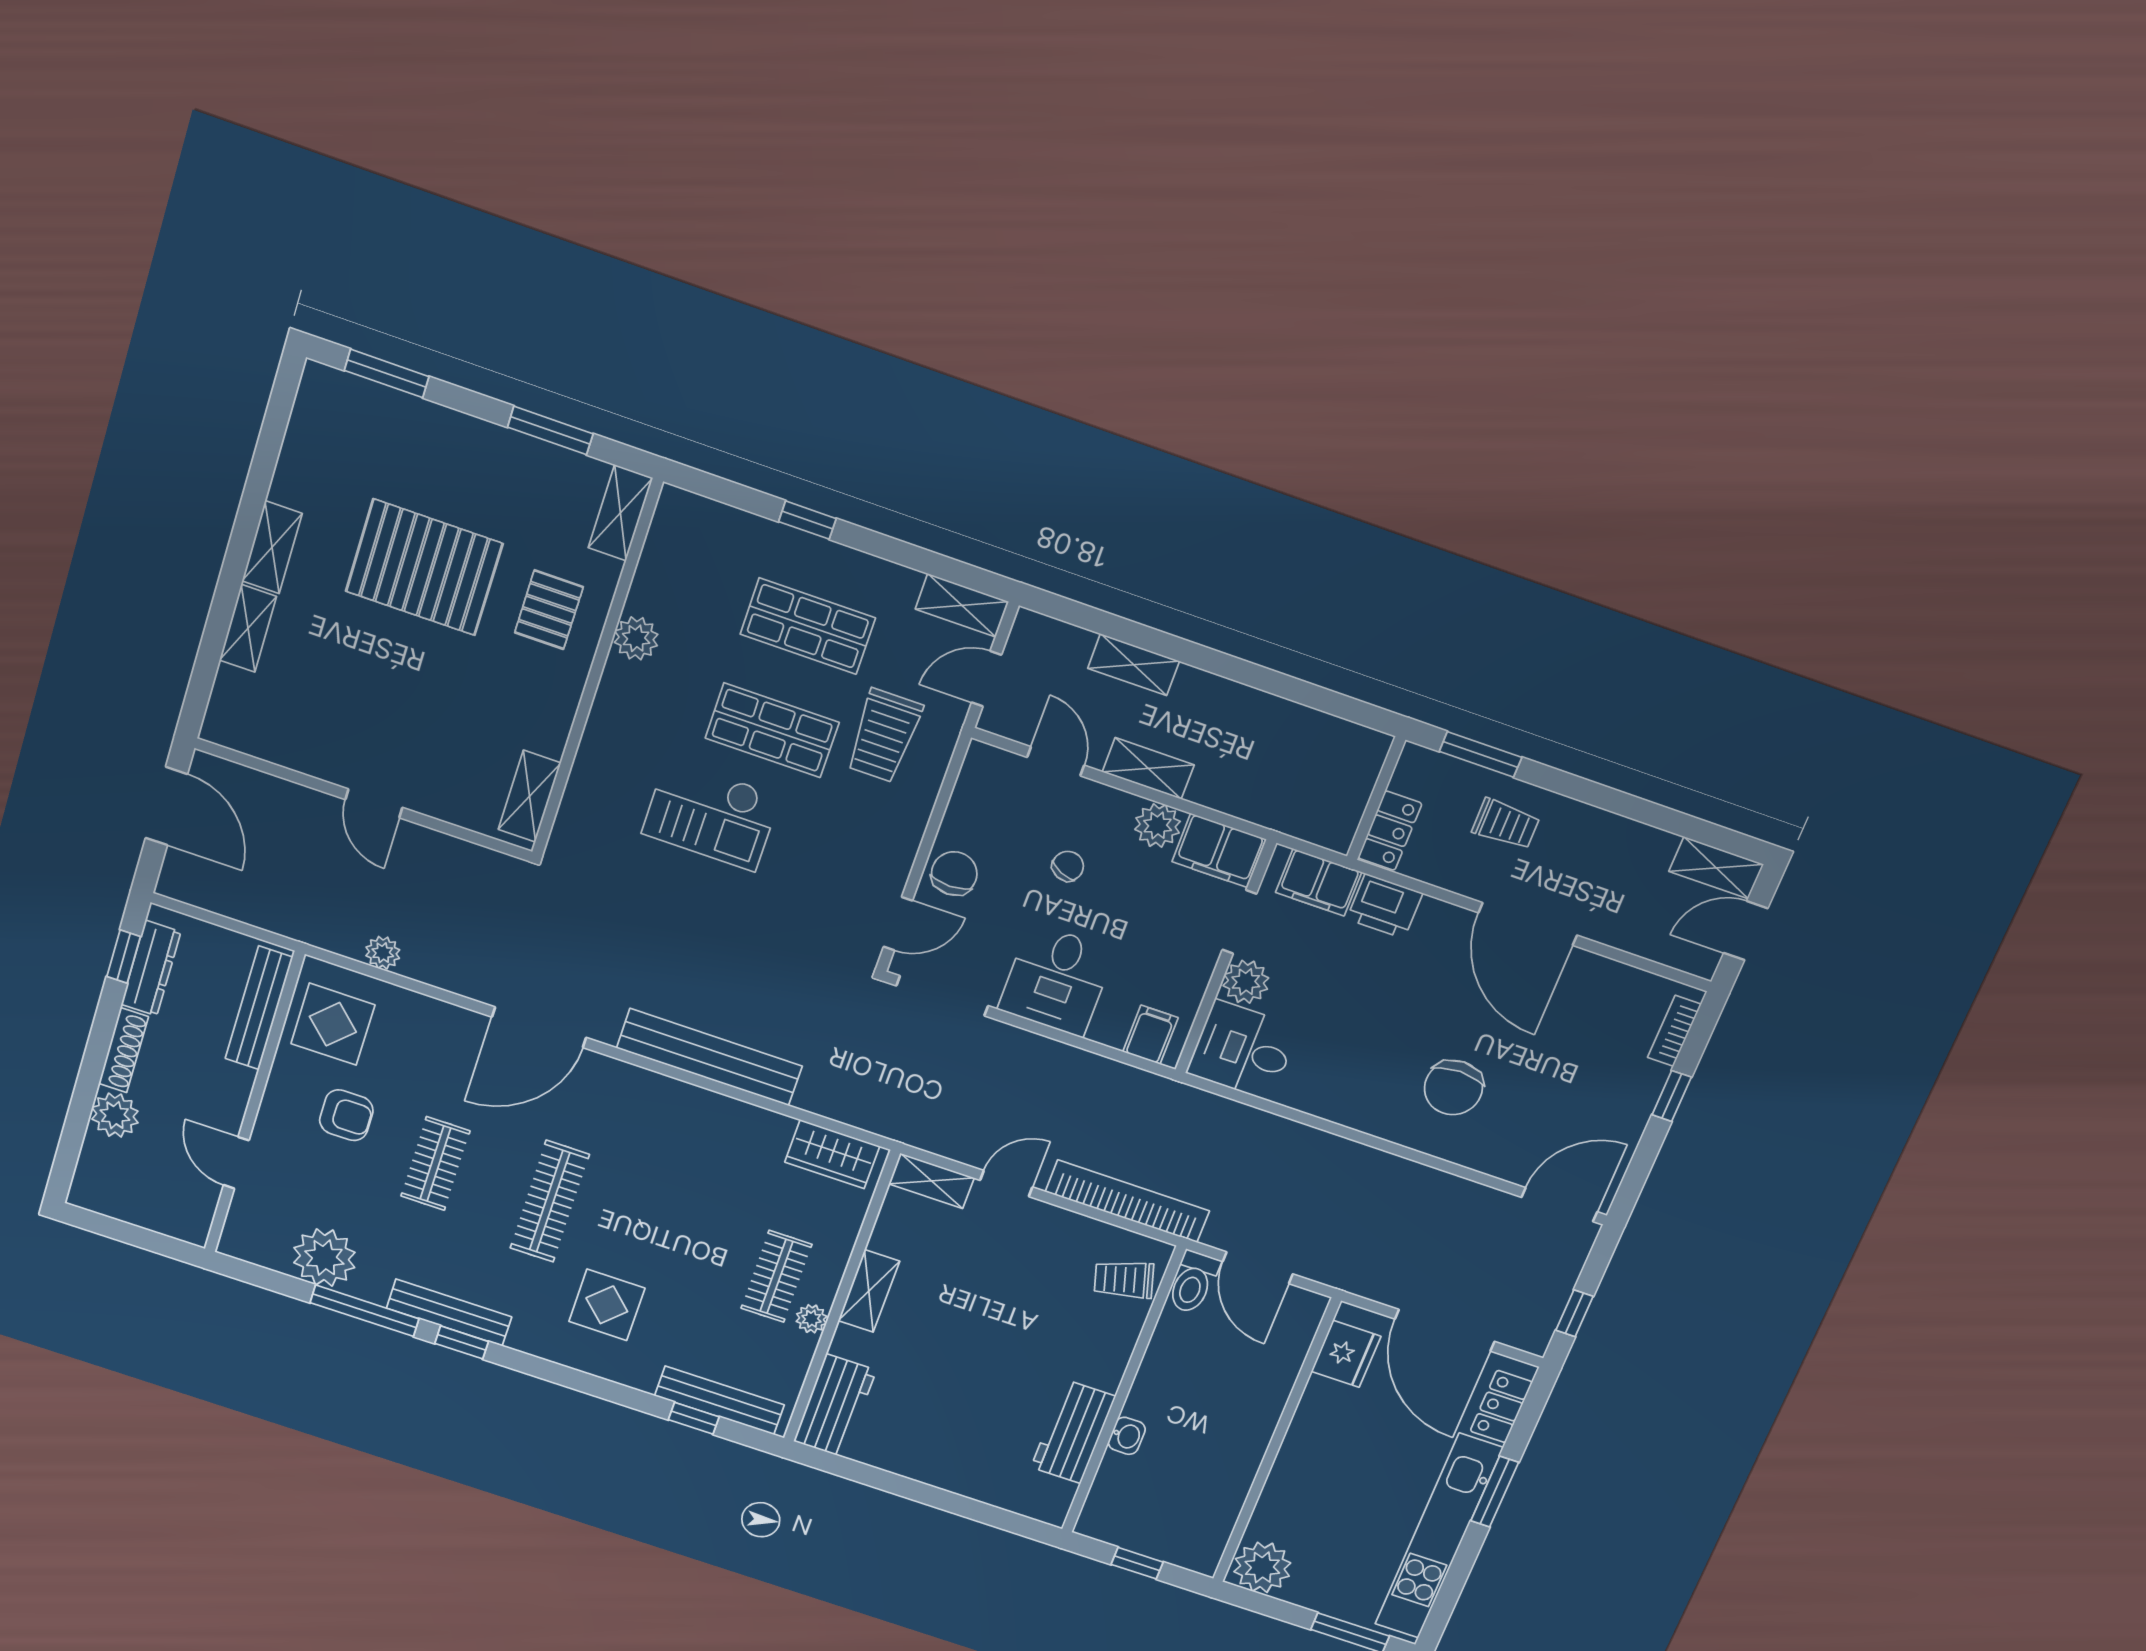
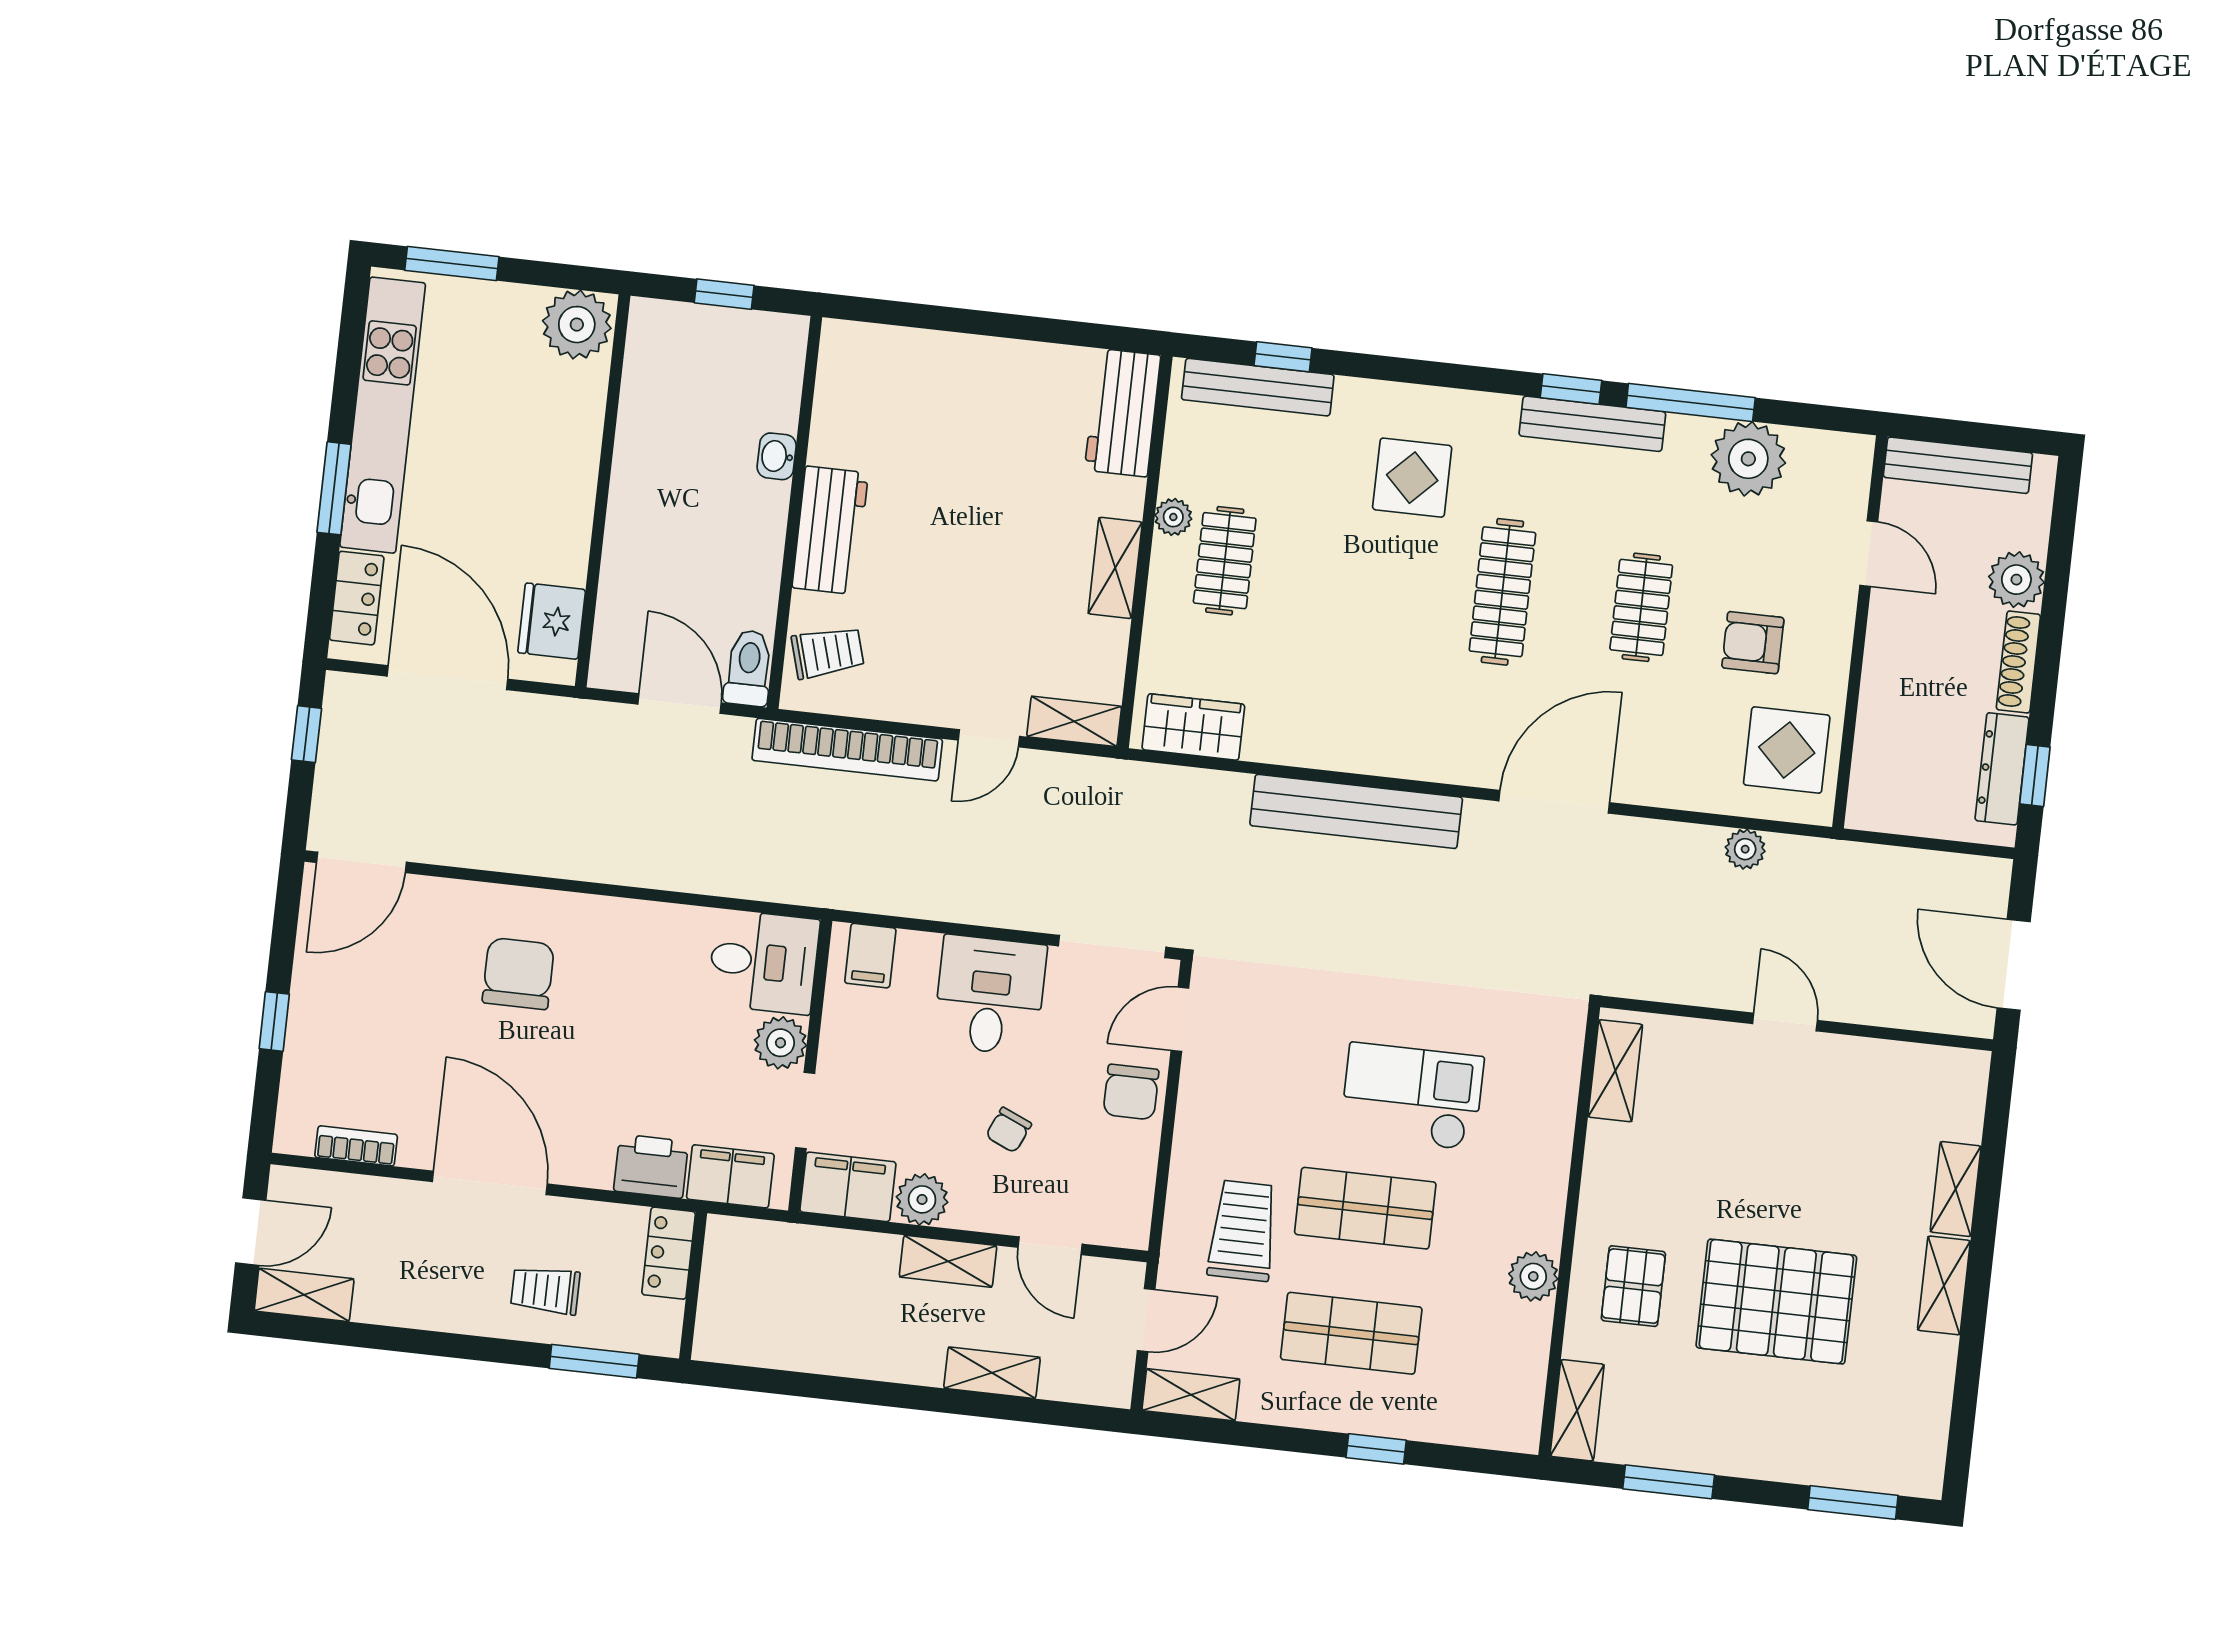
bench: (259, 1008) -> (1958, 465), moved, turned 90
bookcase: (1674, 1031) -> (356, 1146), moved, turned -90
workbench: (1073, 1432) -> (830, 530), moved

